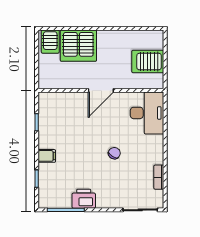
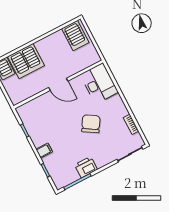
server rack: (148, 62) -> (75, 36), moved, turned -90
door: (101, 90) -> (58, 84), hinge flipped
chair: (114, 153) -> (91, 124), width x1.87, depth x1.87

